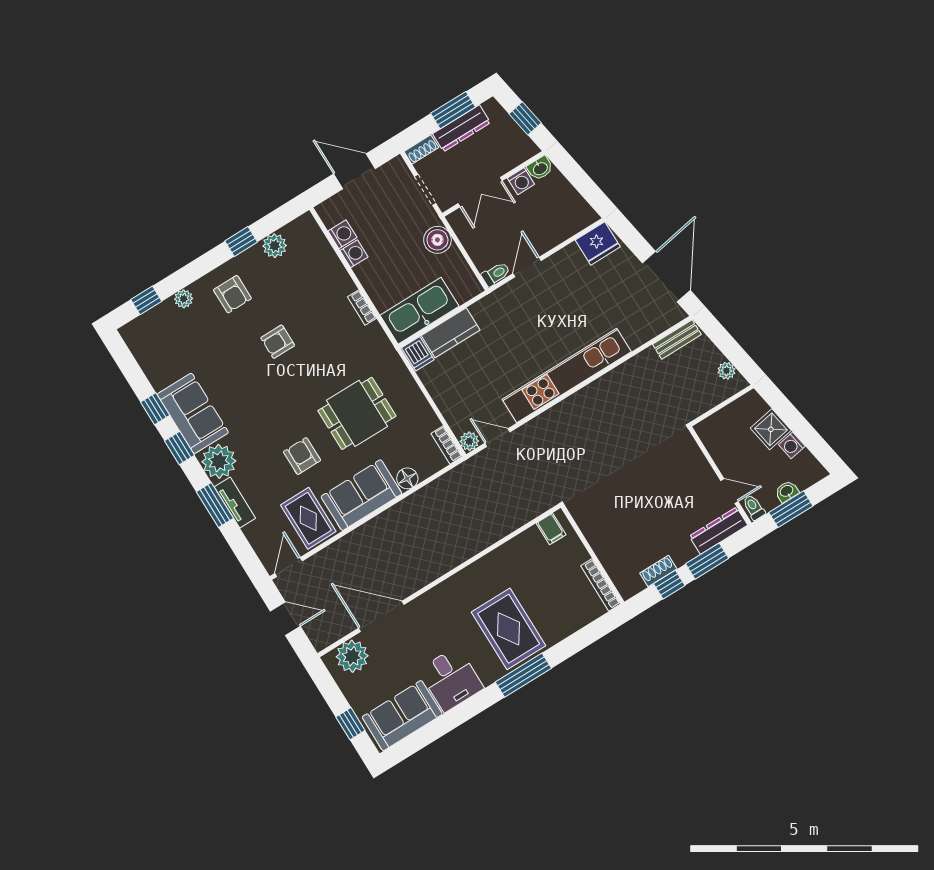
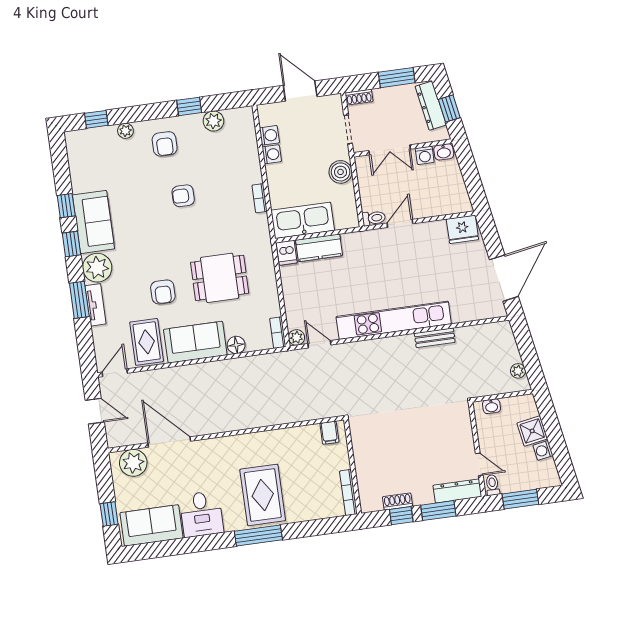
dresser: (461, 128) -> (431, 106), moved, turned 80
bench: (677, 339) -> (435, 338), moved
armchair: (302, 456) -> (163, 292), turned 180
washbasin: (787, 491) -> (492, 406), moved, turned 180

